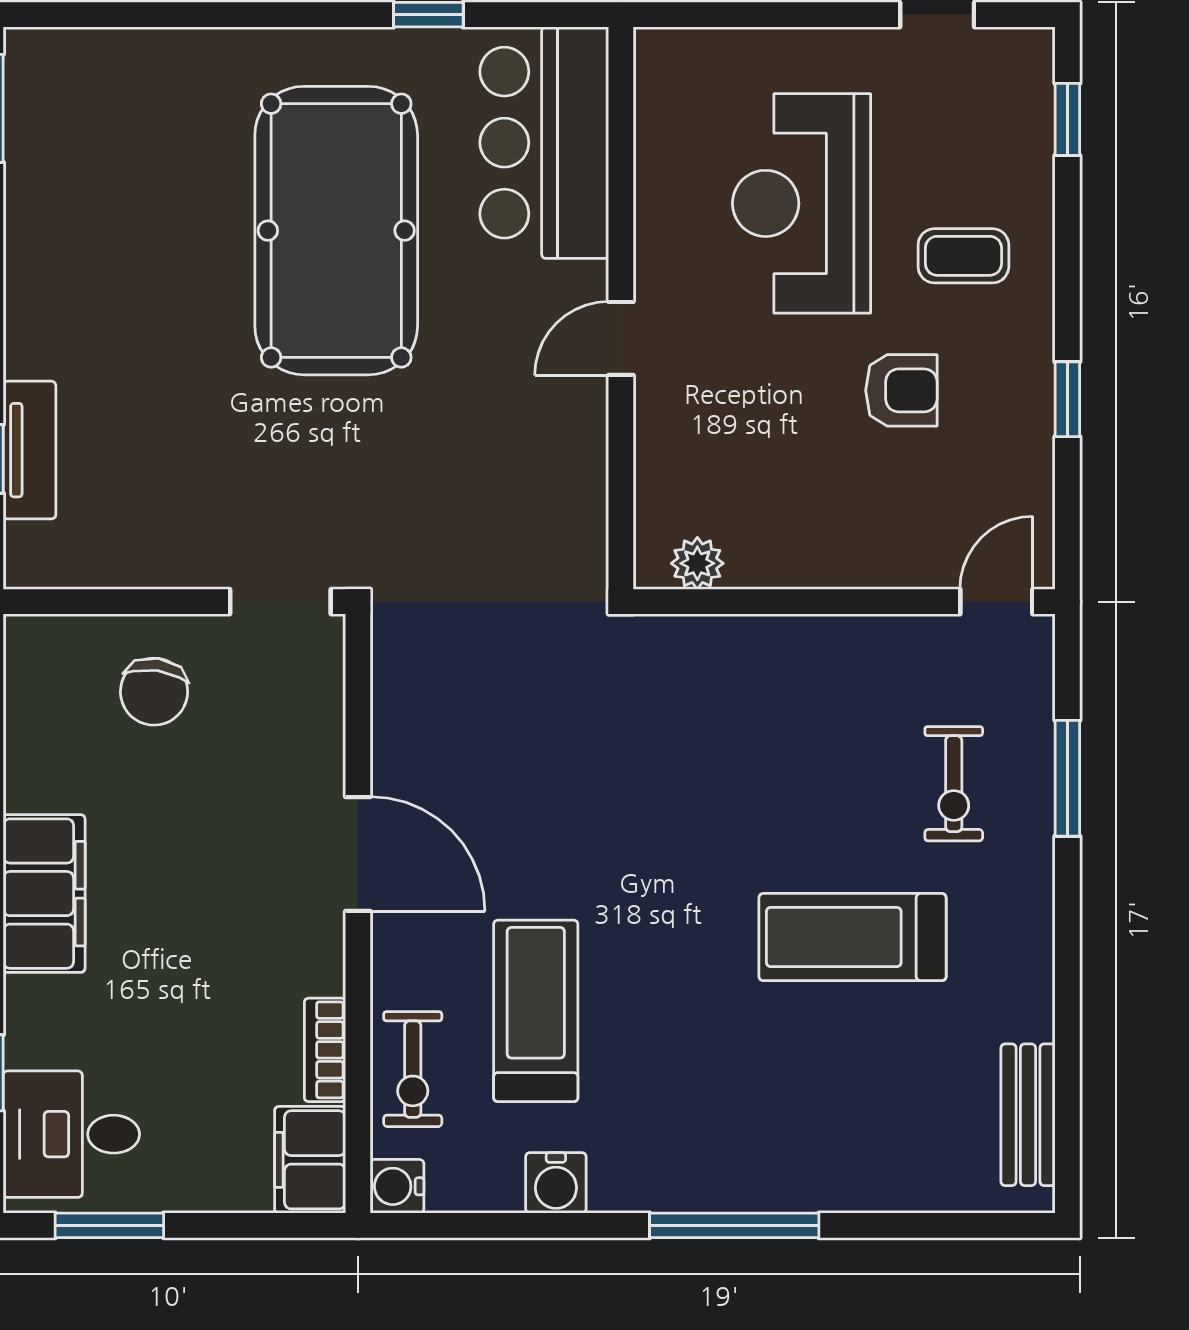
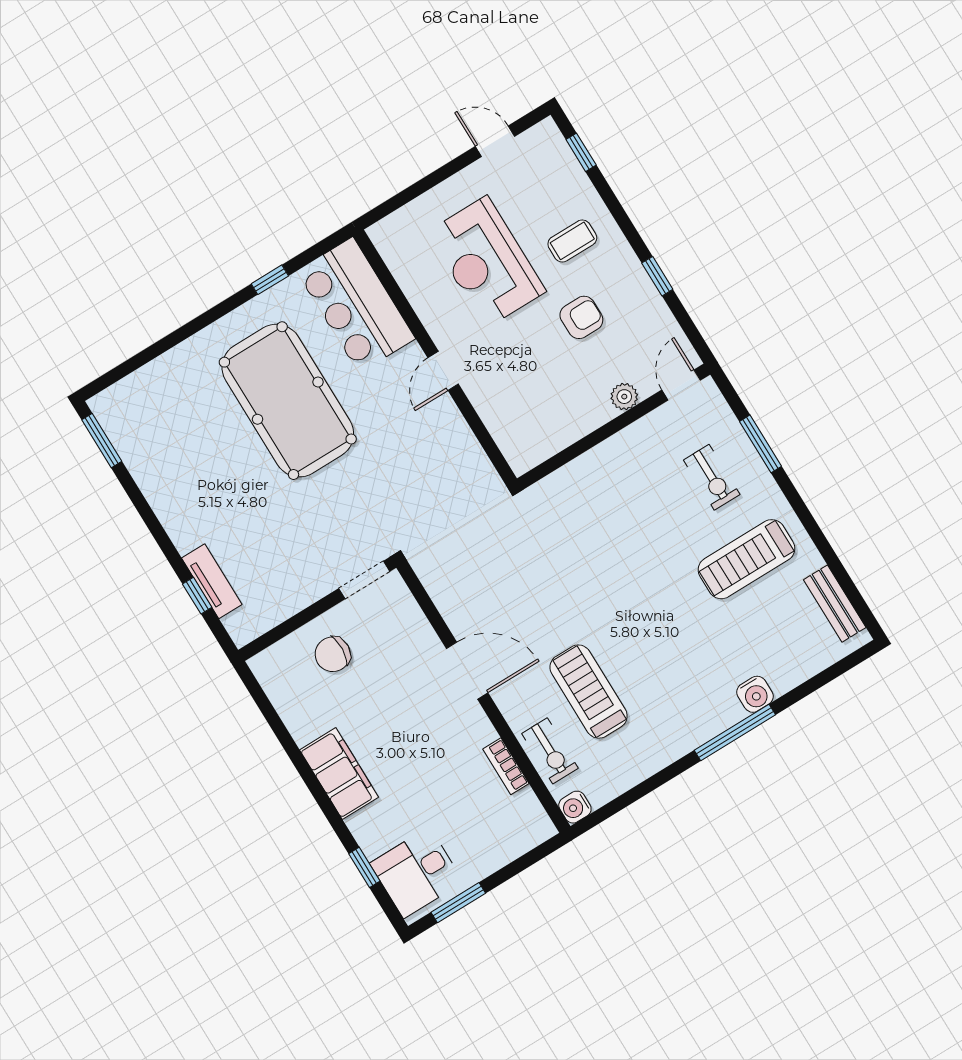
plant: (697, 563) -> (624, 397), moved
chair: (154, 692) -> (333, 654), turned 85
treadmill: (852, 937) -> (746, 559), moved
filing cabinet: (310, 1160) -> (529, 819), removed
water cooler: (556, 1183) -> (755, 694), moved

